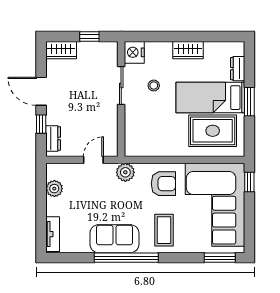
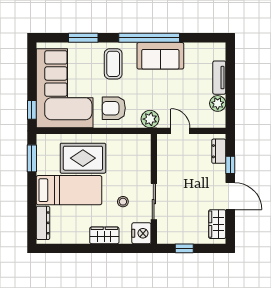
wardrobe: (61, 50) -> (217, 224), moved, turned -90
wardrobe: (188, 50) -> (104, 235), moved
dresser: (238, 69) -> (43, 223), width x1.44
window: (249, 102) -> (32, 158), moved
rug: (213, 131) -> (83, 158), moved
door: (93, 160) -> (180, 131), swing flipped
tv unit: (53, 234) -> (219, 78), moved
window: (220, 258) -> (83, 38), moved

